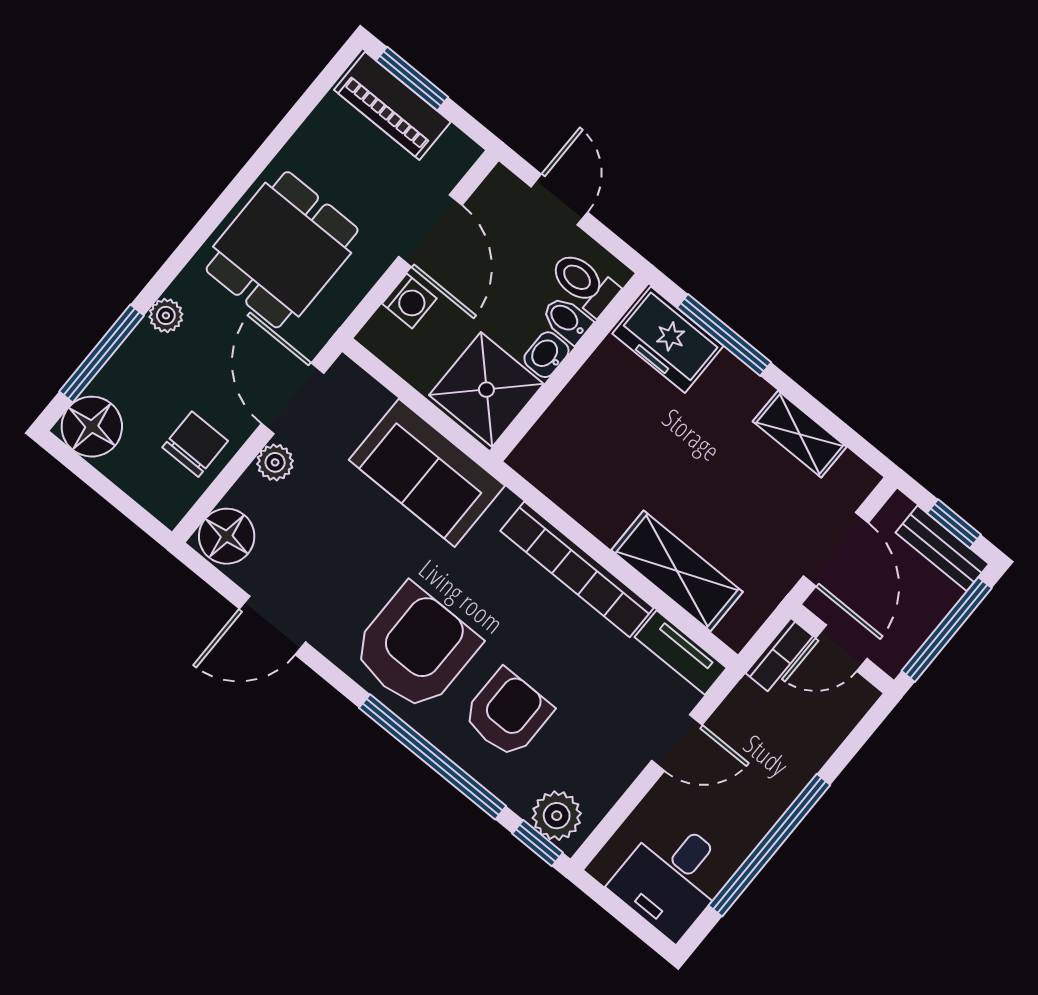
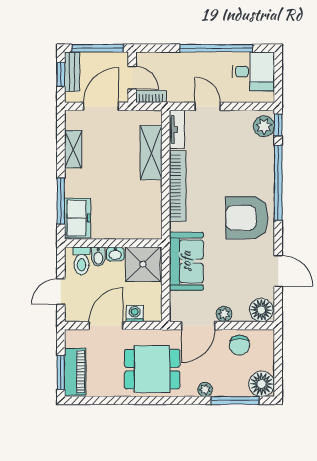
chair: (195, 444) -> (240, 345), turned -90
armchair: (508, 713) -> (244, 170), removed

